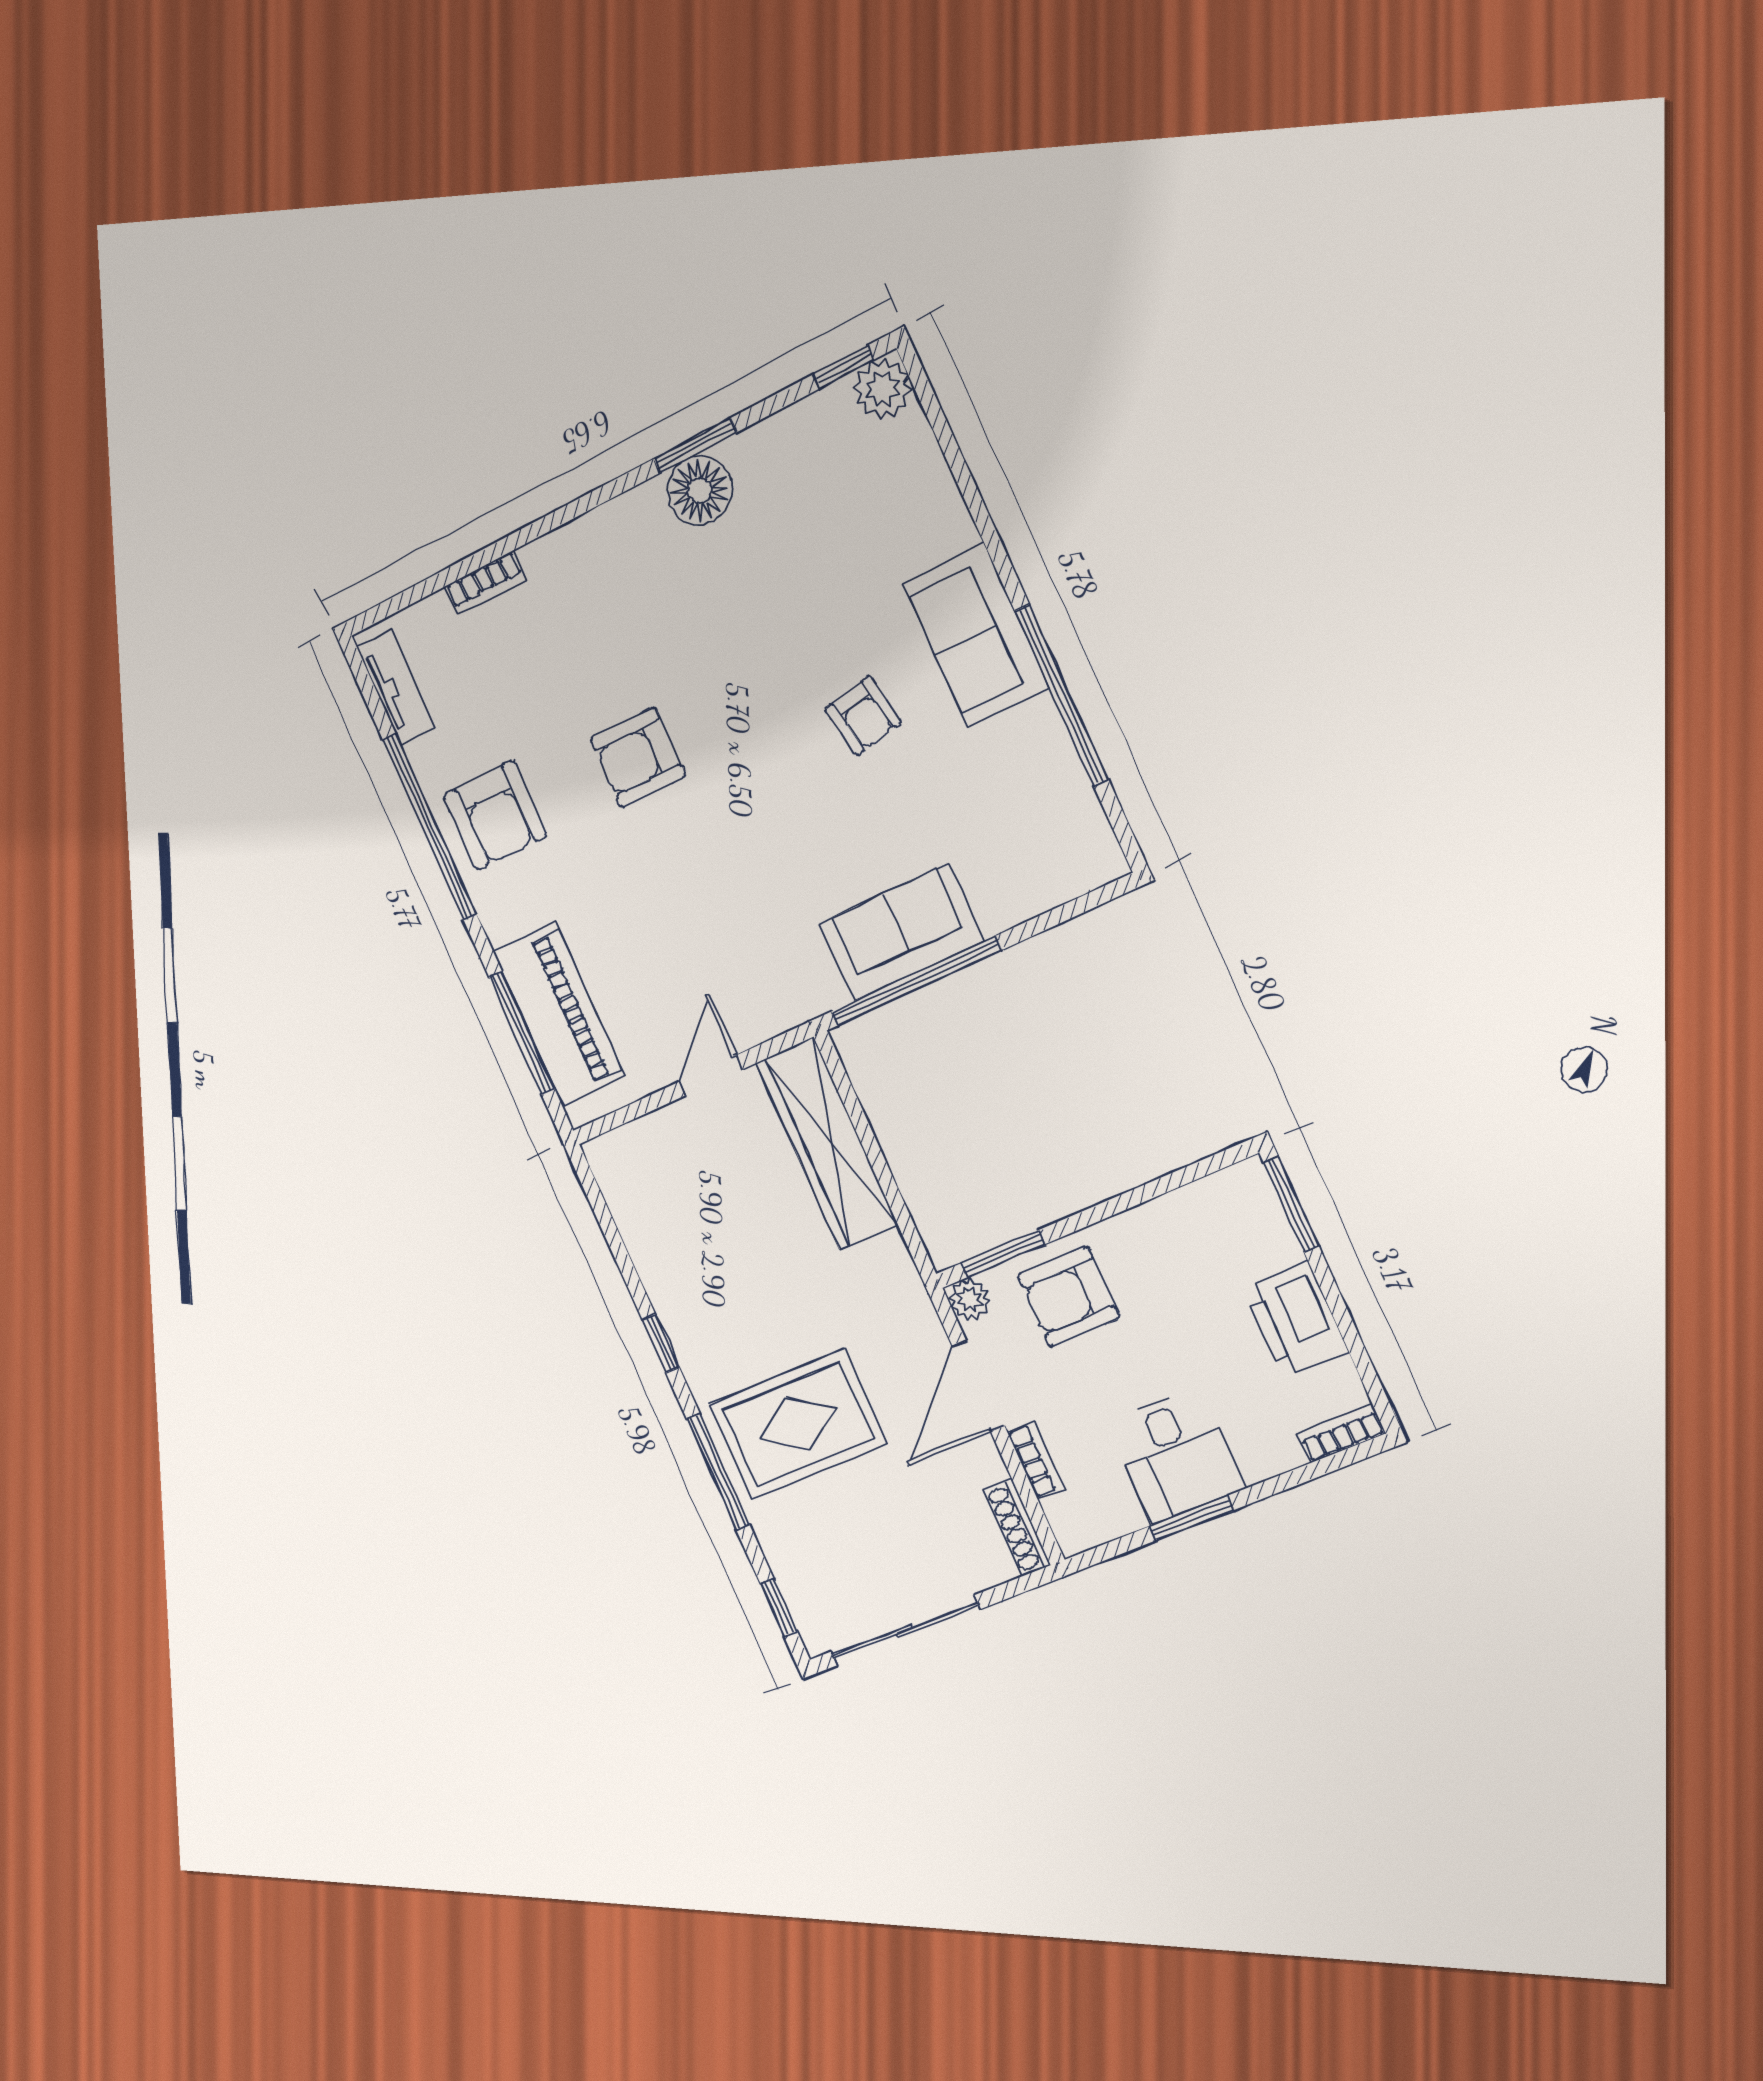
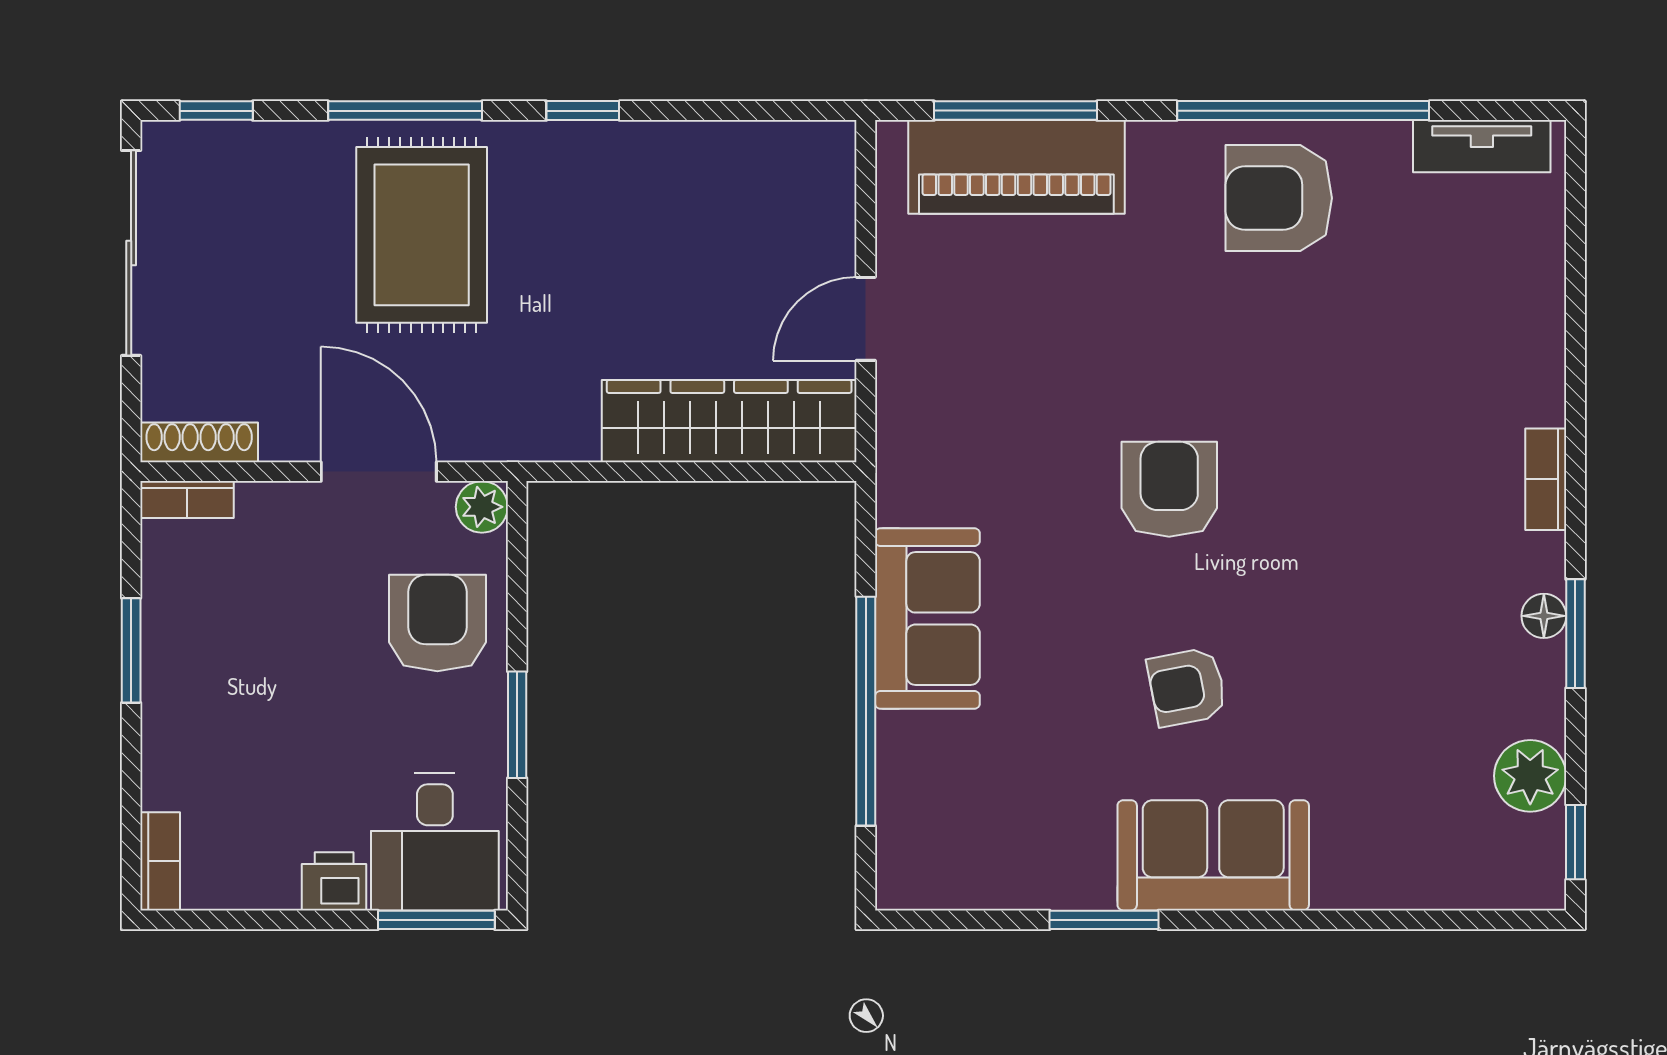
plant: (882, 389) -> (1530, 776), moved
floor lamp: (700, 490) -> (1544, 616), width x0.53, depth x0.53
bookcase: (485, 583) -> (1546, 479), moved
window: (1061, 695) -> (1104, 920), width x0.47
armchair: (638, 757) -> (1169, 489), moved
window: (916, 981) -> (866, 711), moved
door: (711, 1075) -> (866, 319), swing flipped
window: (1003, 1254) -> (517, 725), moved
printer: (1296, 1320) -> (334, 881), width x0.53, depth x0.68
desk: (1176, 1455) -> (435, 842), moved, turned -90
bookcase: (1036, 1460) -> (187, 500), moved

